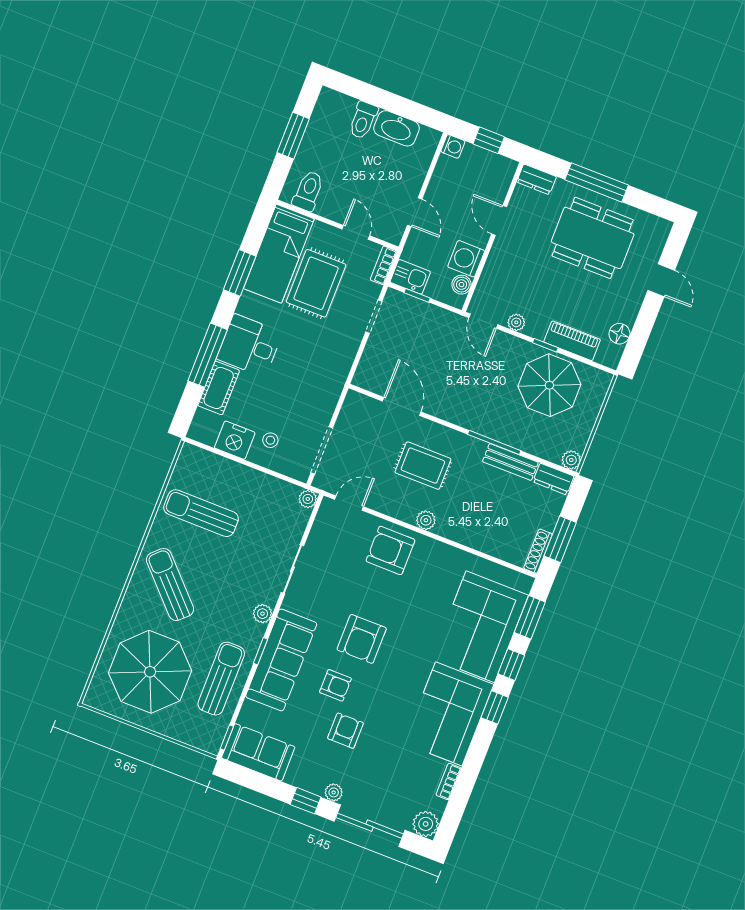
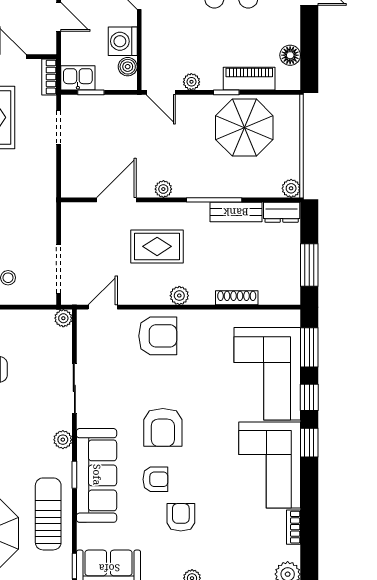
door: (402, 406) -> (116, 200), hinge flipped
plant: (450, 414) -> (163, 189), added
armchair: (391, 550) -> (158, 336), turned 180
shoe rack: (538, 551) -> (237, 298), moved, turned 90

